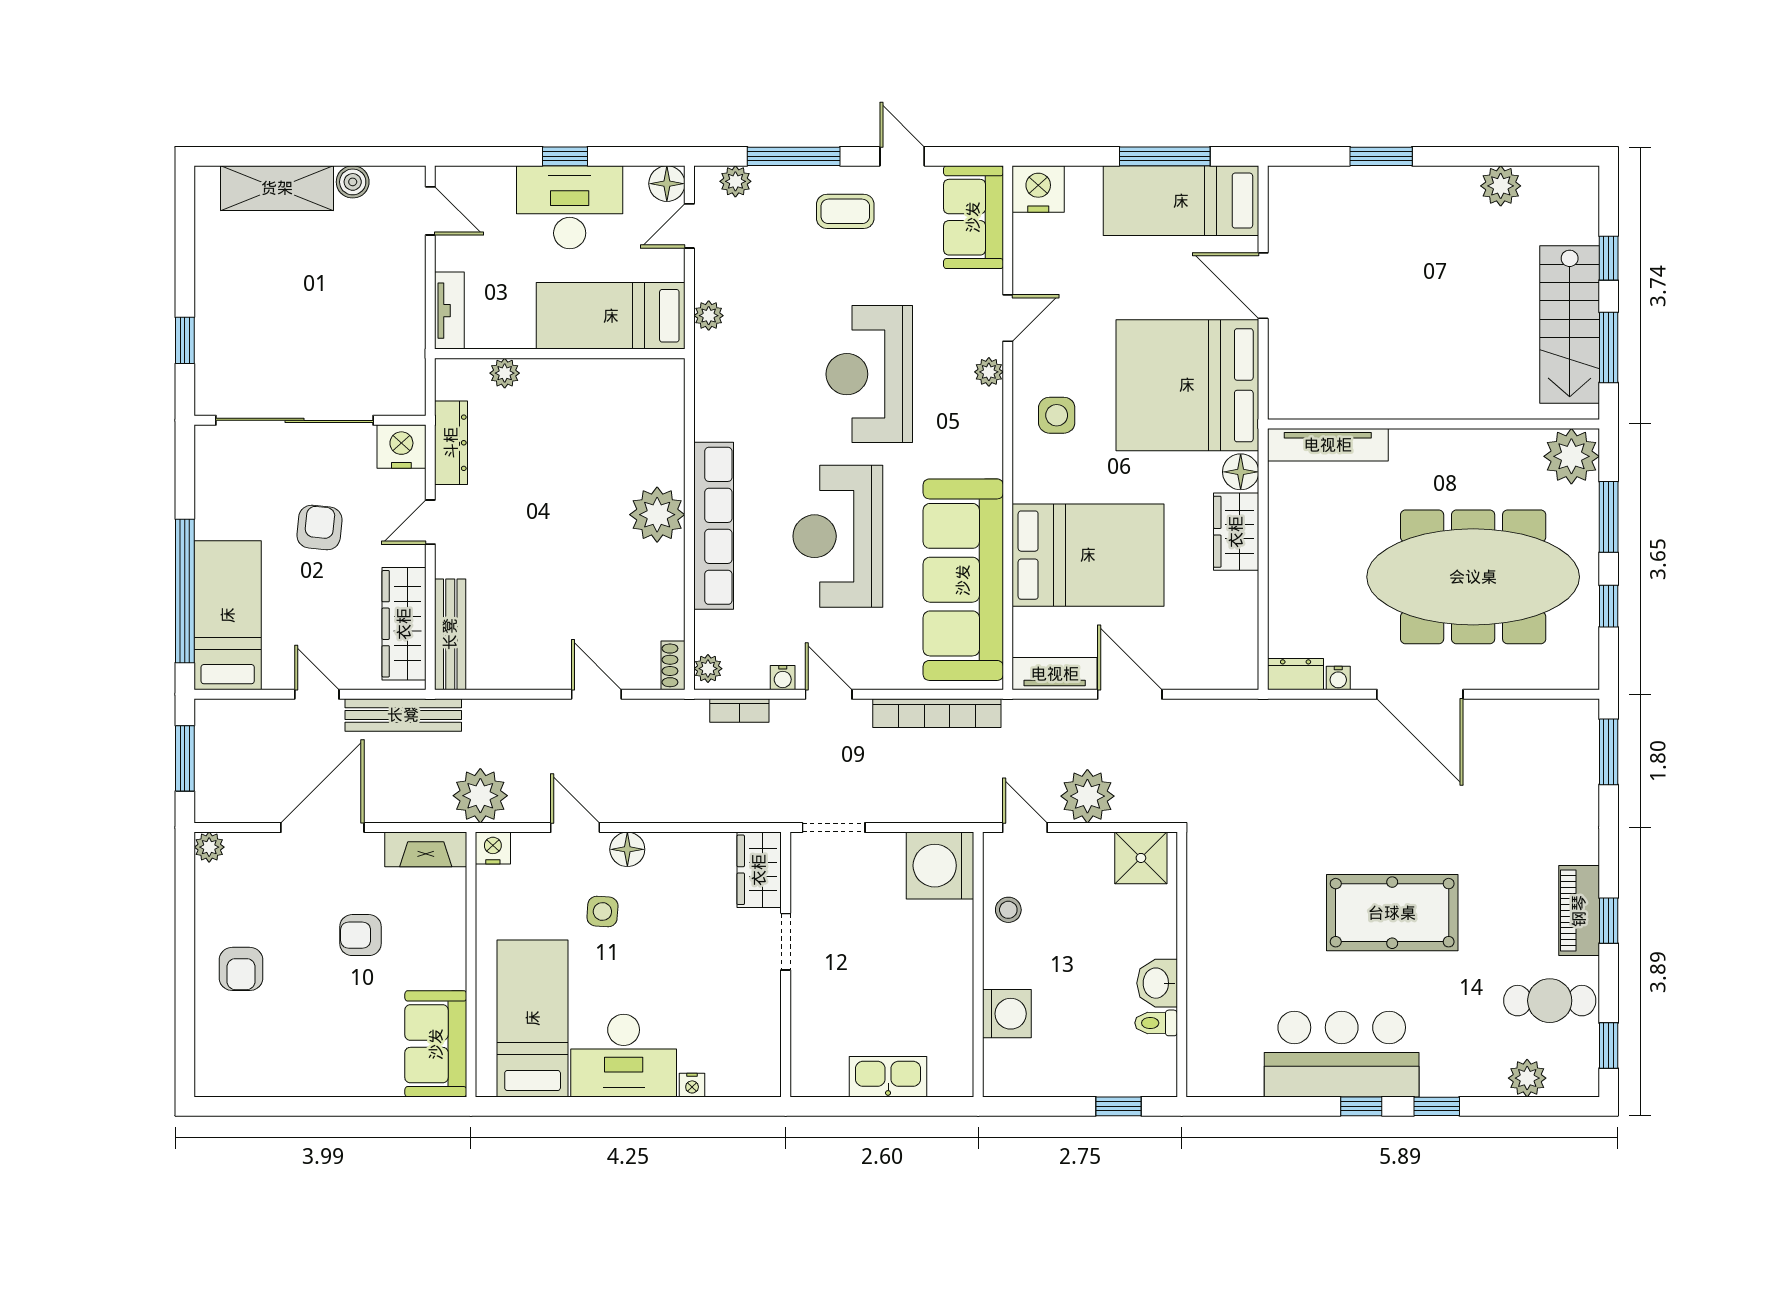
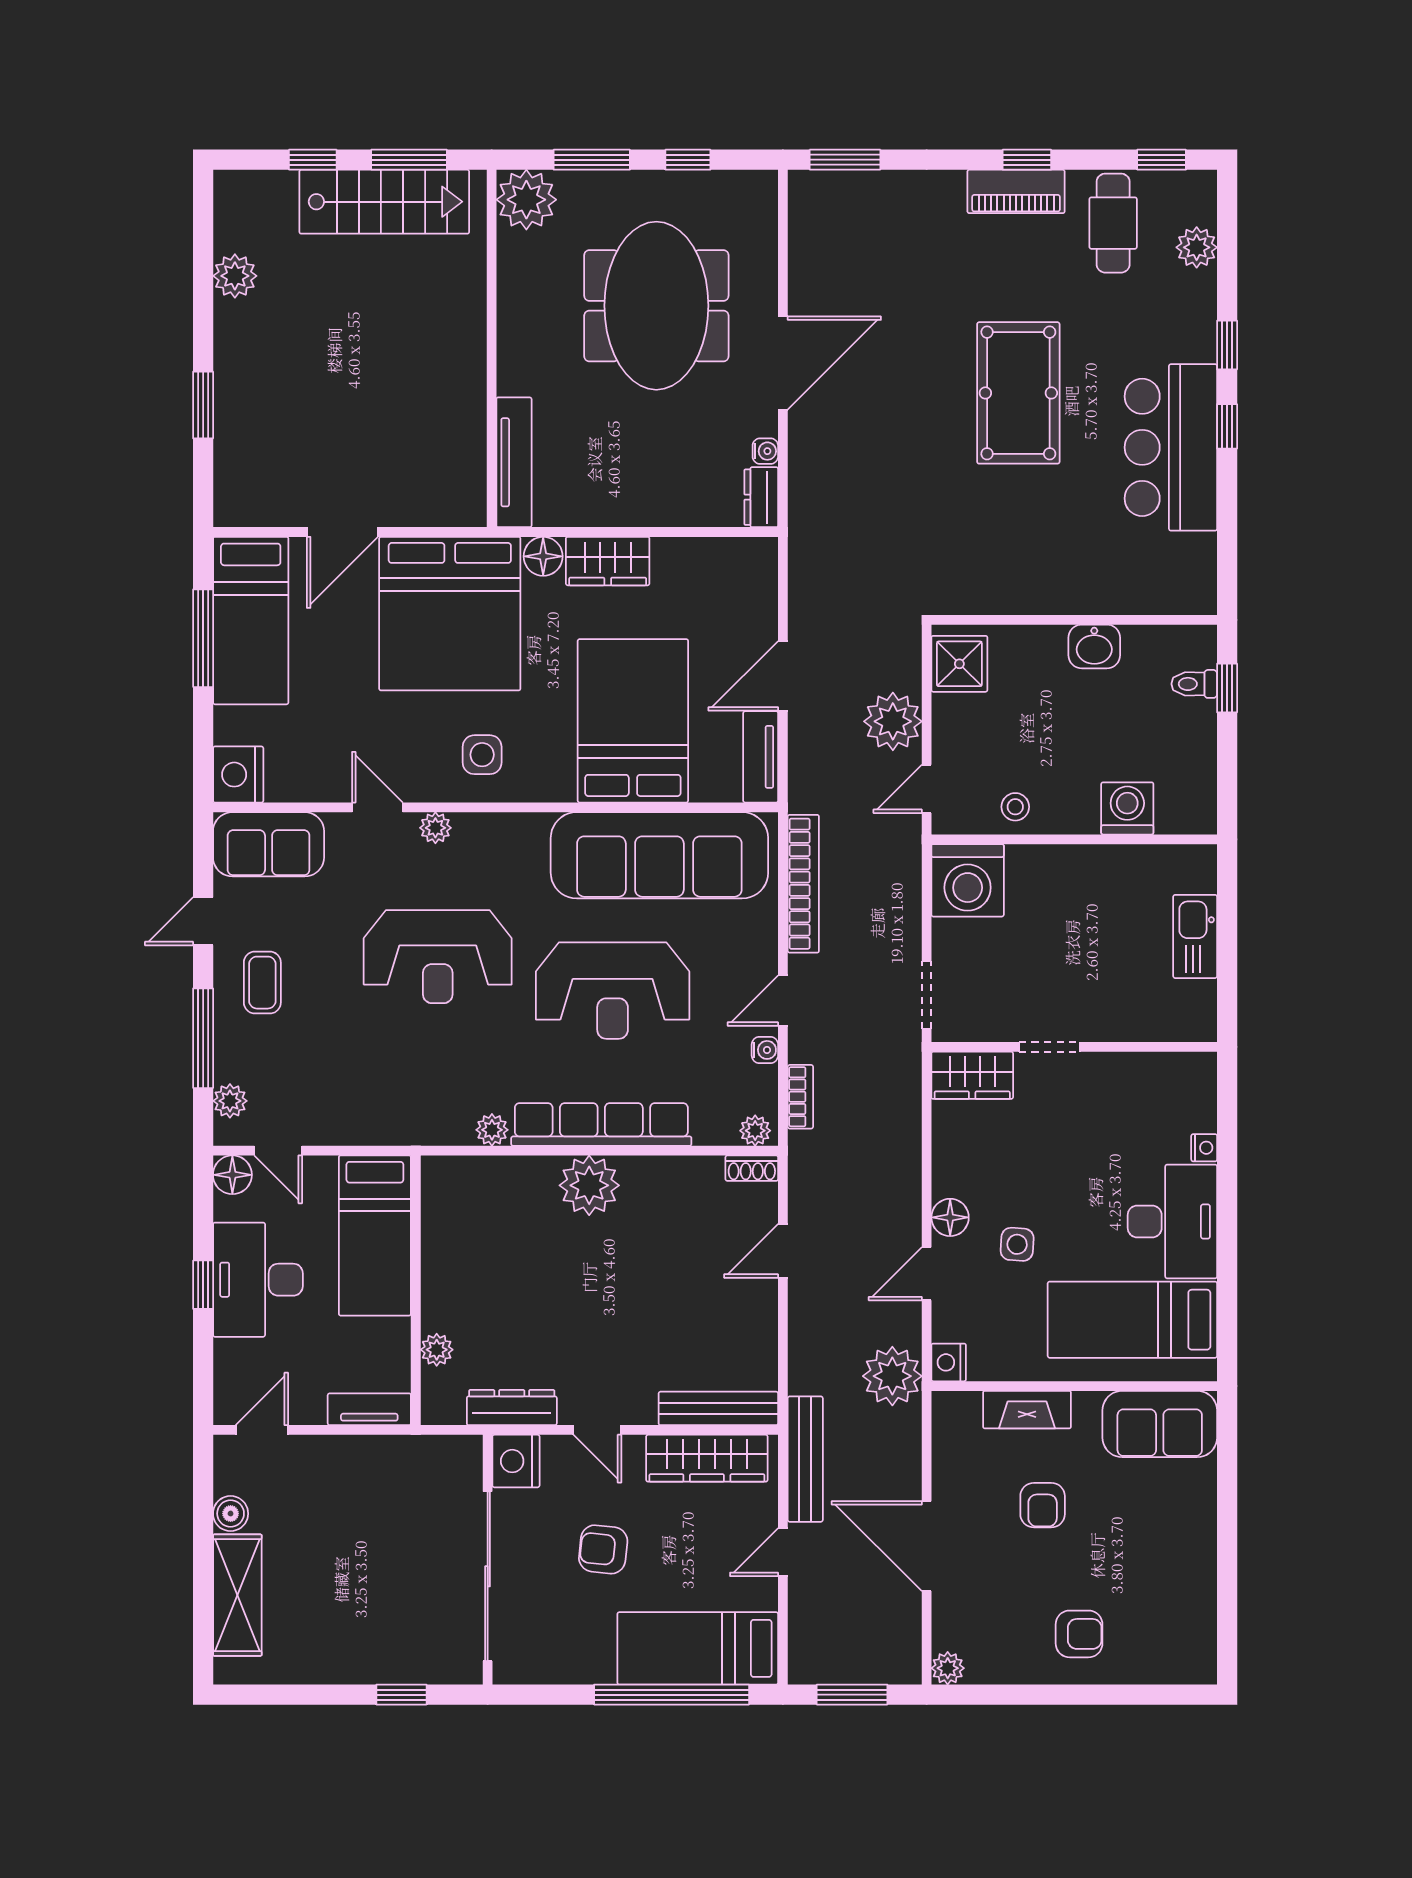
plant: (709, 316) -> (492, 1130), moved
meeting table: (1473, 577) -> (656, 306), width x0.73
fireplace: (426, 849) -> (1027, 1410), moved, turned 90
toilet: (1156, 1023) -> (1194, 684), moved, turned 90

